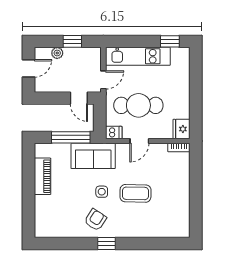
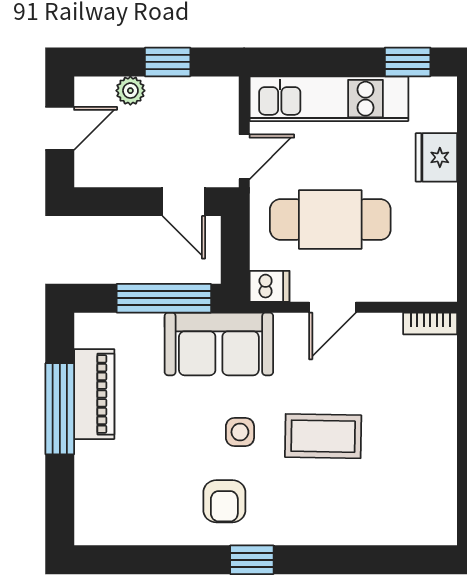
fridge: (182, 129) -> (436, 157), moved
window: (29, 182) -> (60, 409), added
armchair: (95, 220) -> (224, 501), turned 147

